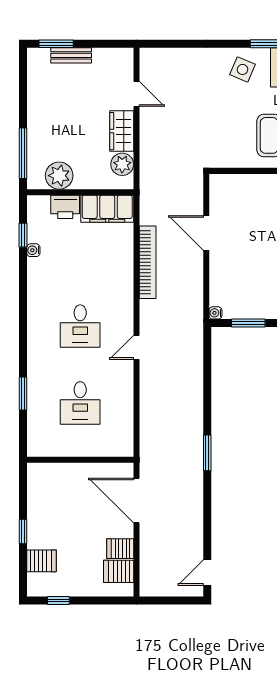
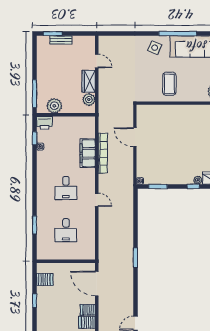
printer: (65, 207) -> (44, 123), moved
filing cabinet: (107, 209) -> (88, 153), moved, turned 90
door: (136, 347) -> (97, 200), swing flipped
server rack: (42, 561) -> (45, 280), moved

